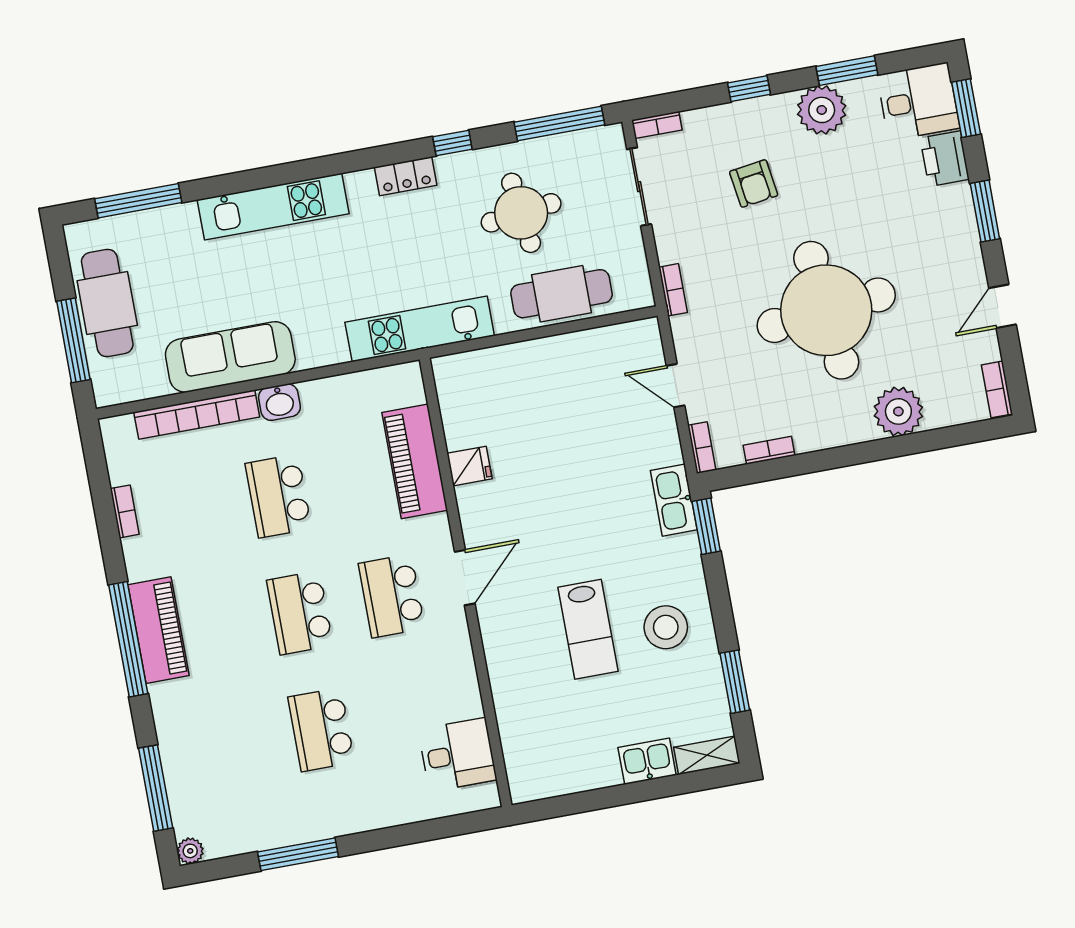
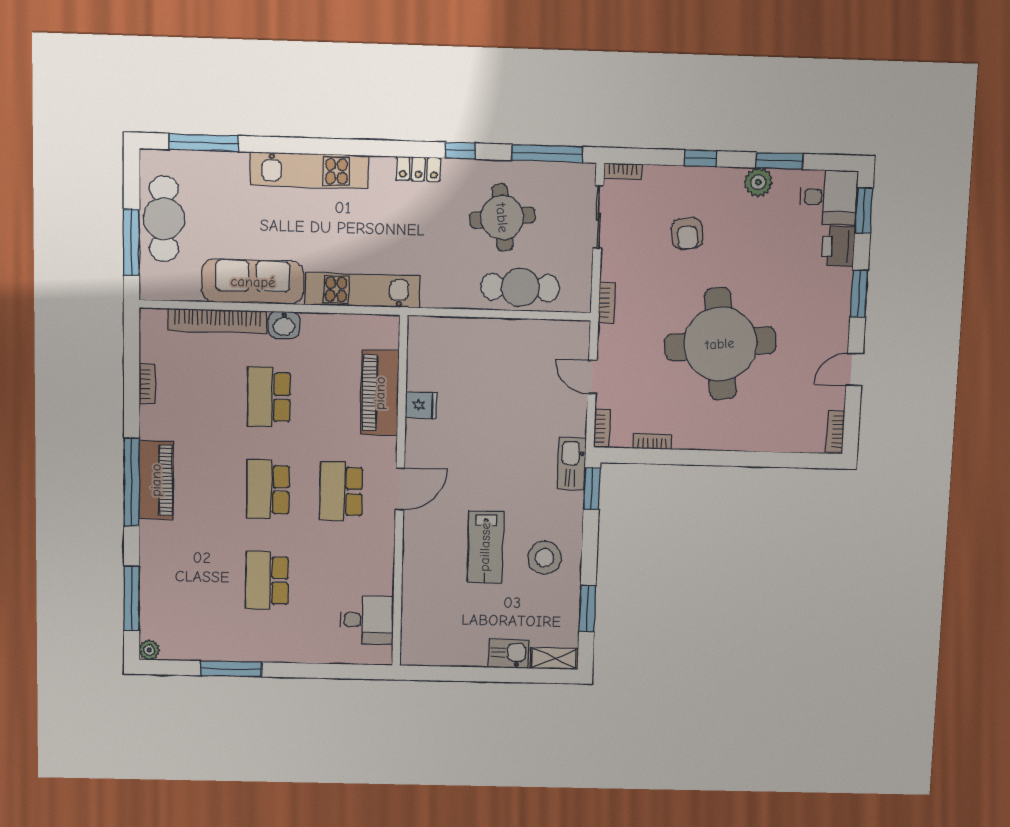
plant: (822, 110) -> (758, 182), width x0.73, depth x0.73
kitchen unit: (420, 329) -> (363, 290), moved
plant: (898, 411) -> (757, 433), removed

